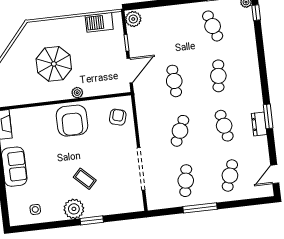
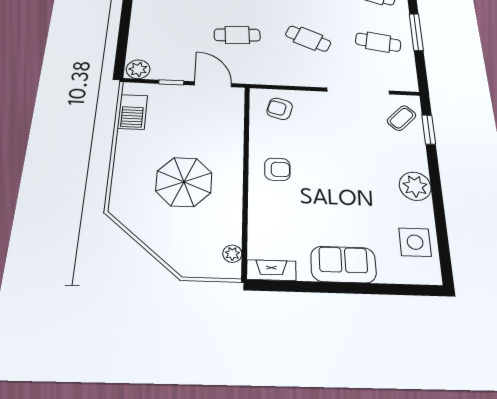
plant: (77, 93) -> (232, 254), moved
armchair: (72, 121) -> (277, 169), width x0.53, depth x0.53
coffee table: (85, 179) -> (402, 118), moved
side table: (35, 209) -> (415, 242), width x1.87, depth x1.87
window: (92, 220) -> (429, 130), moved

